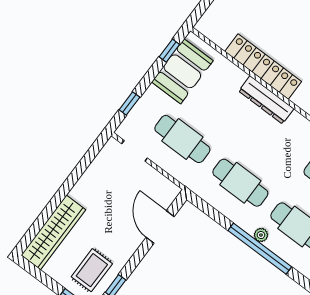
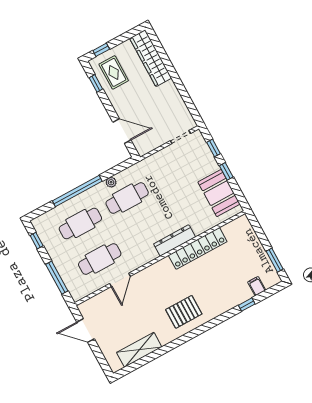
window: (169, 51) -> (226, 171), moved
cafe table: (182, 139) -> (174, 173), removed
plant: (261, 235) -> (111, 182), moved

